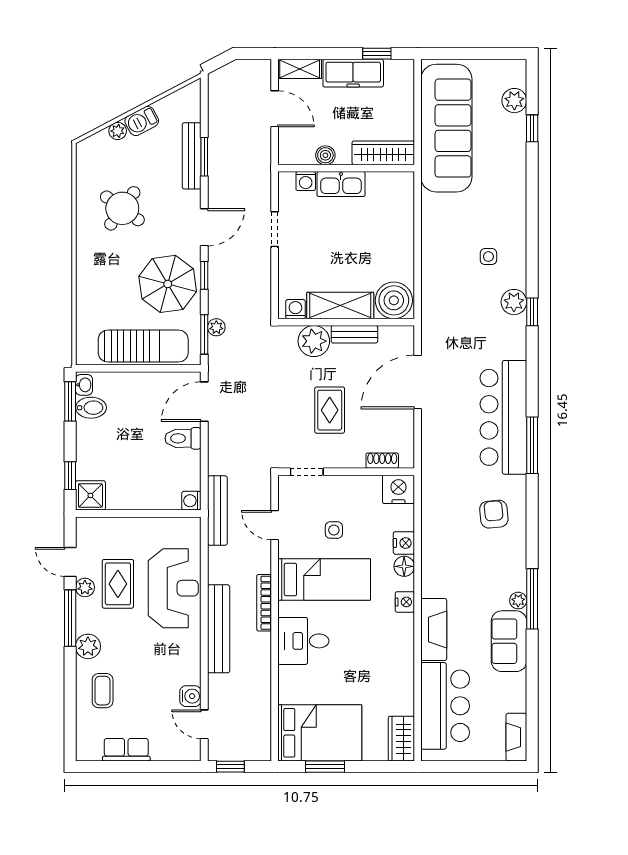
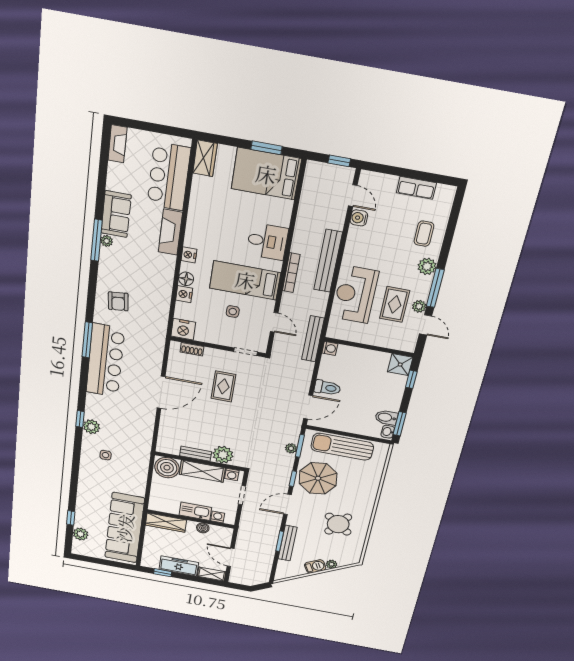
boiler: (394, 300) -> (167, 468), moved
shelving: (340, 306) -> (202, 471), moved
washing machine: (295, 309) -> (232, 475), moved
wall: (346, 322) -> (200, 461), moved
bench: (354, 334) -> (196, 454), moved
plant: (314, 341) -> (223, 455), moved

